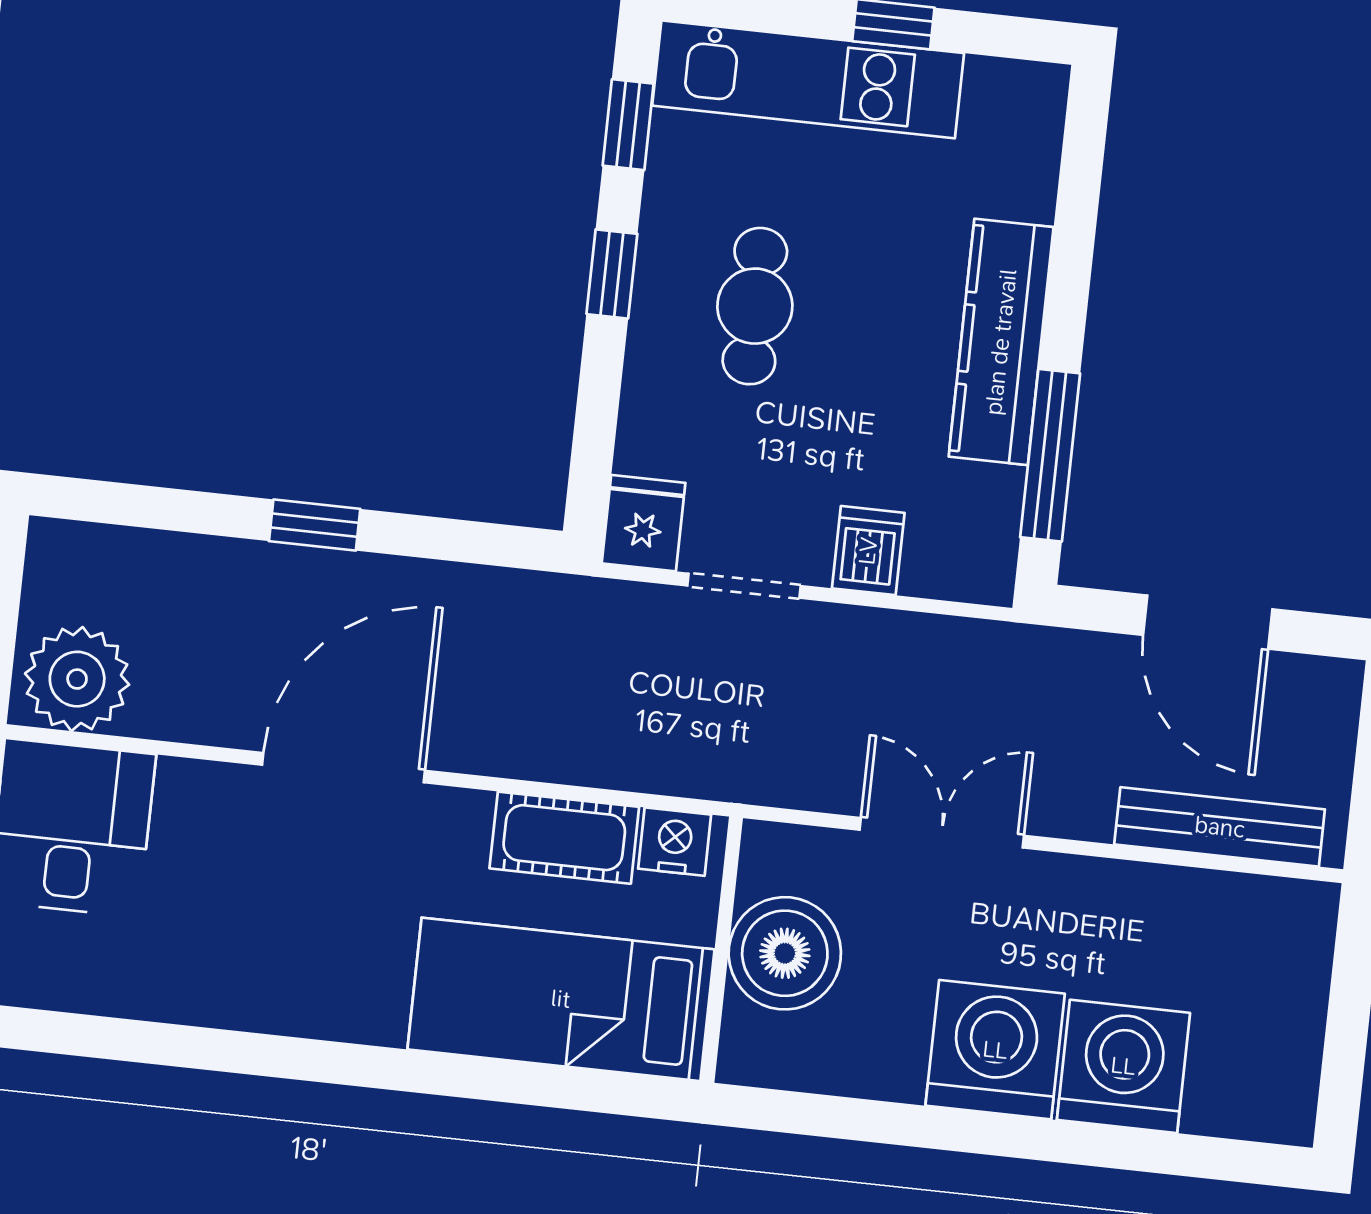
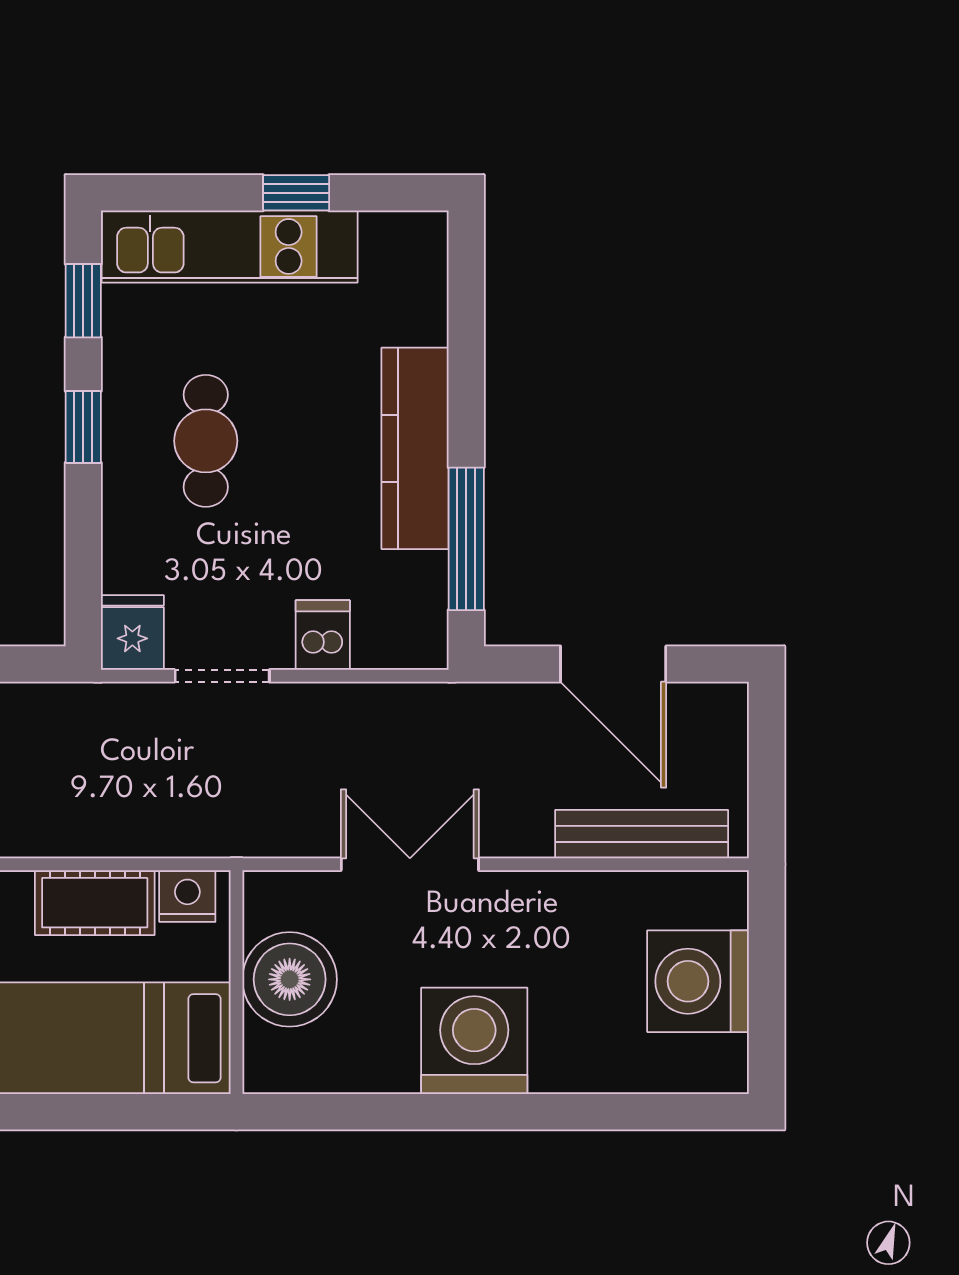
washing machine: (1123, 1066) -> (698, 981), moved, turned -90

